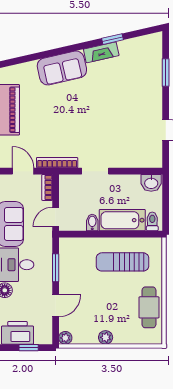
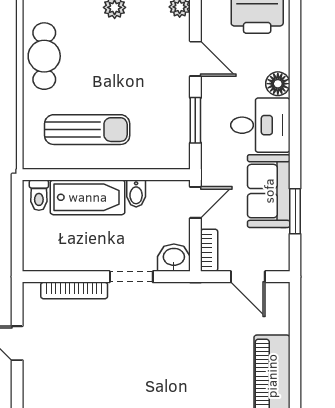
bookcase: (57, 163) -> (74, 290), moved
washbasin: (151, 183) -> (174, 258), moved
door: (56, 306) -> (195, 59), swing flipped

